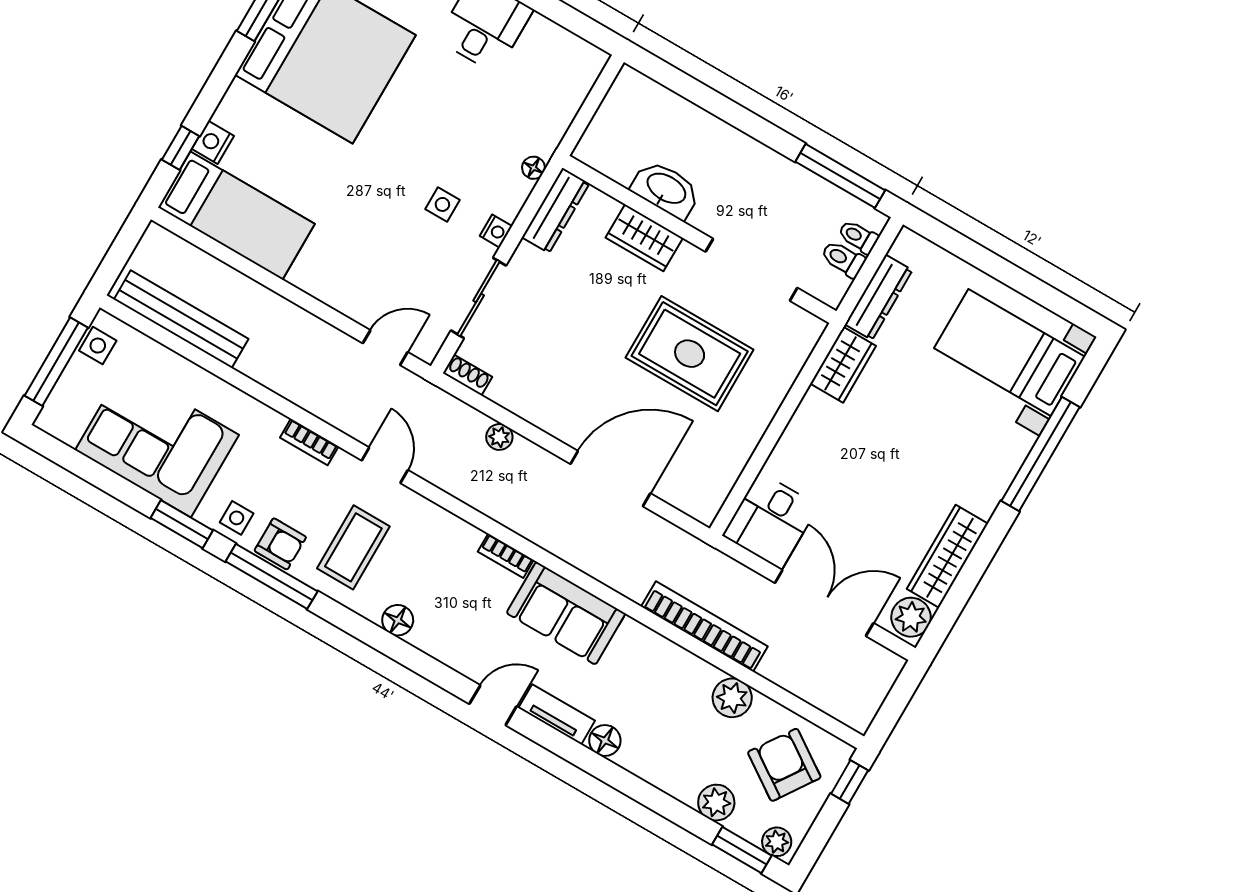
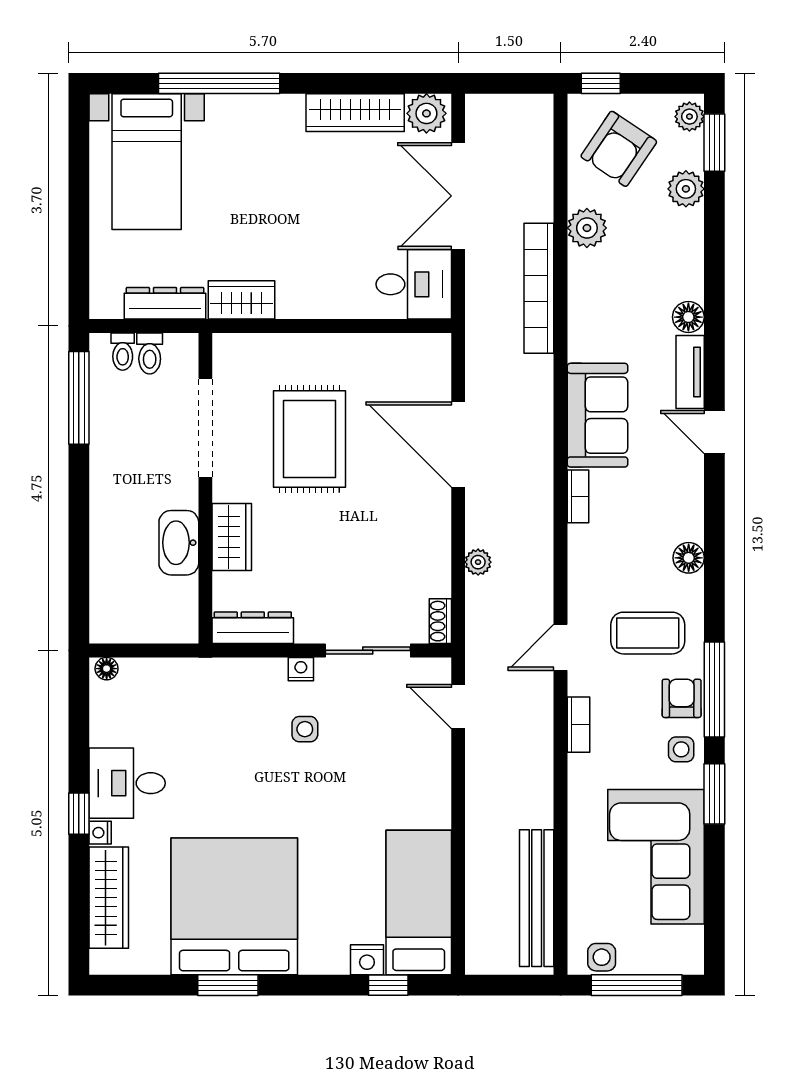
floor lamp: (533, 168) -> (107, 669), moved

